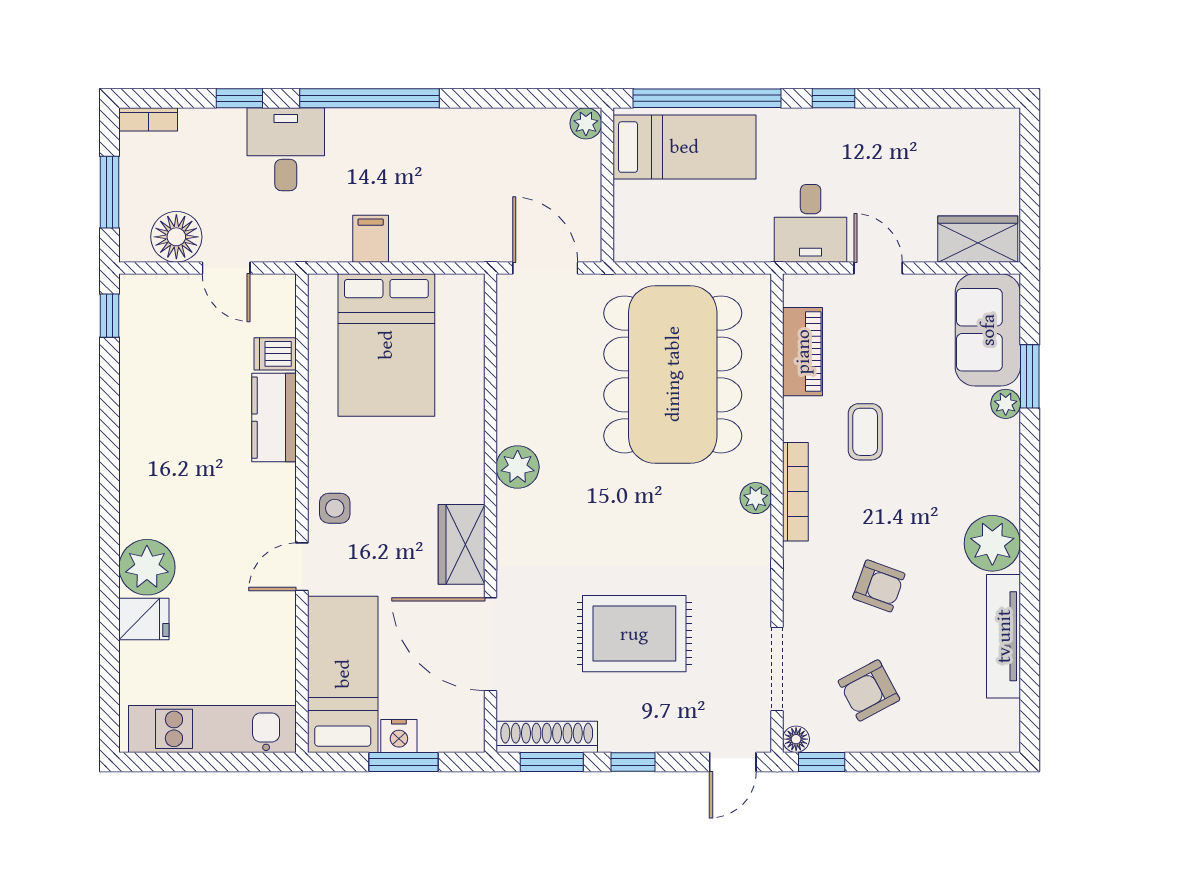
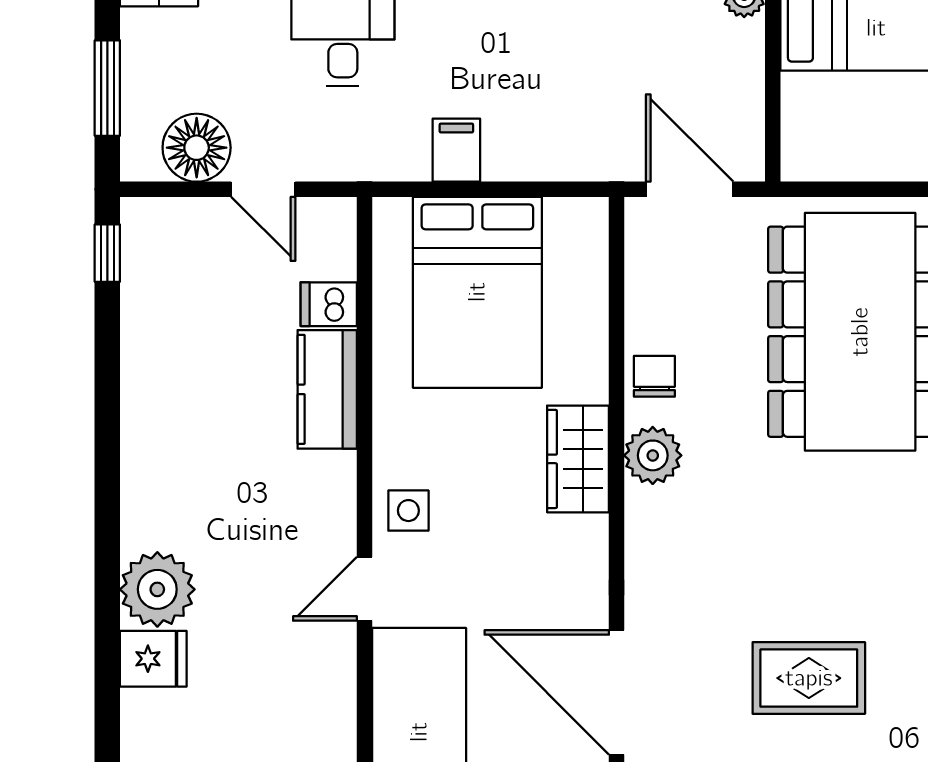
chair: (519, 408) -> (654, 376), added
wardrobe: (462, 544) -> (578, 459), moved
rug: (634, 634) -> (809, 678), width x0.73, depth x0.70

